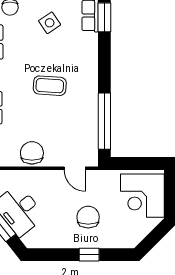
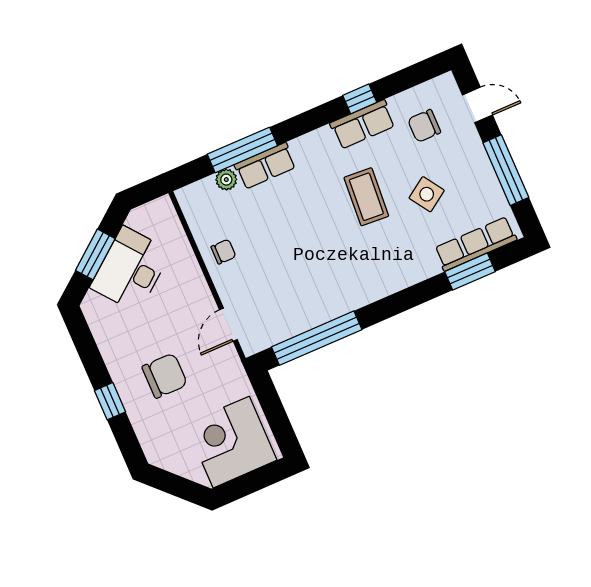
coffee table: (50, 86) -> (366, 197), moved
chair: (32, 153) -> (223, 252), width x0.54, depth x0.54

